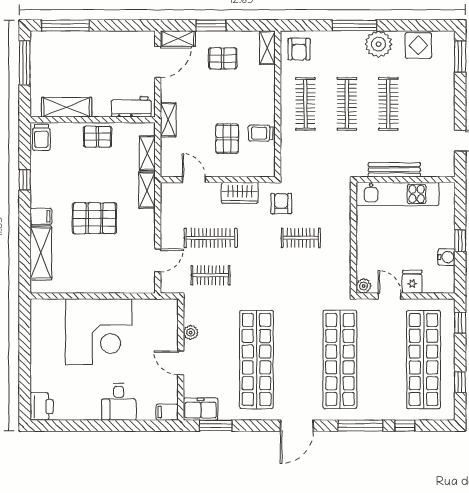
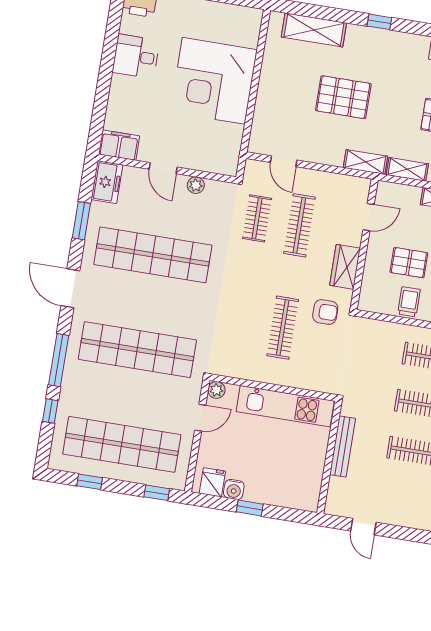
window: (25, 180) -> (379, 22), moved
kitchen unit: (397, 194) -> (285, 406), moved, turned -90
filing cabinet: (41, 216) -> (355, 37), removed
pallet: (94, 218) -> (343, 97), turned 90
clothes rail: (301, 238) -> (283, 328), width x1.36
fridge: (412, 282) -> (212, 482), moved, turned -90
door: (181, 363) -> (163, 168), swing flipped
desk: (119, 402) -> (136, 56), moved
filing cabinet: (167, 412) -> (119, 145), width x2.00
window: (216, 426) -> (81, 221), moved

